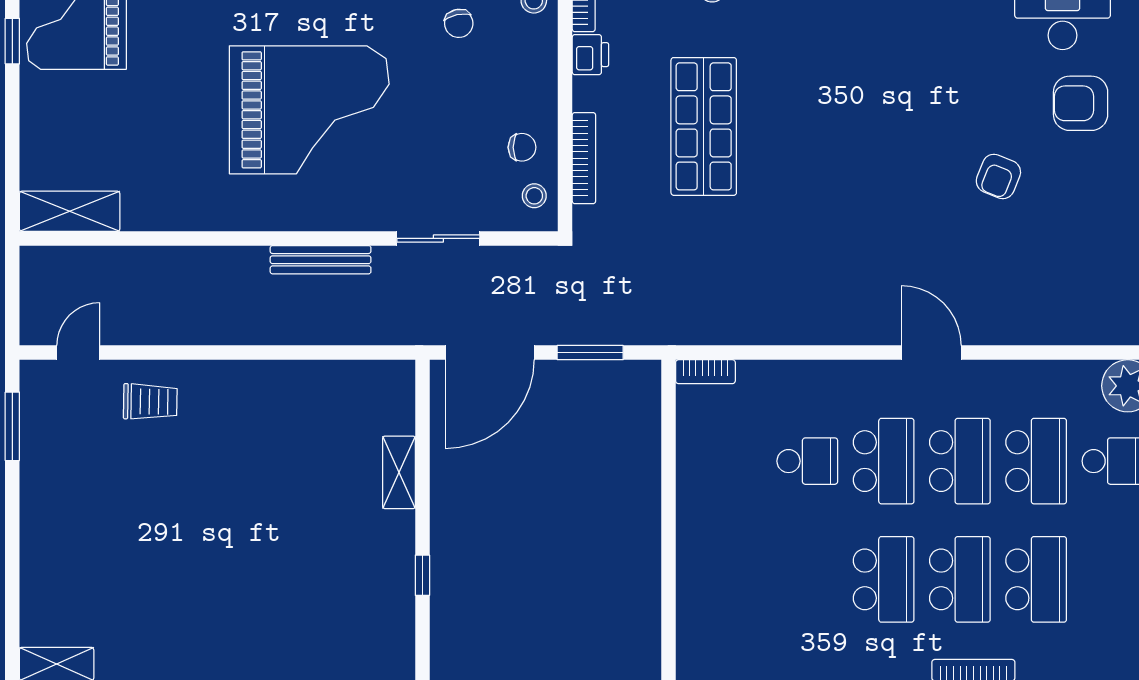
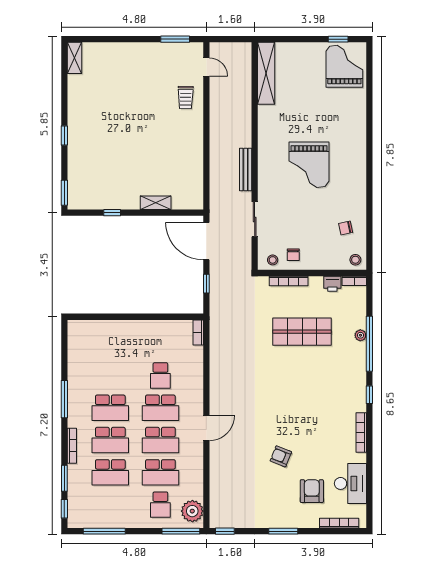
grand piano: (309, 110) -> (309, 165), width x0.73, depth x0.68
shelving: (70, 211) -> (266, 73), width x1.47
window: (590, 353) -> (206, 284), width x0.67

